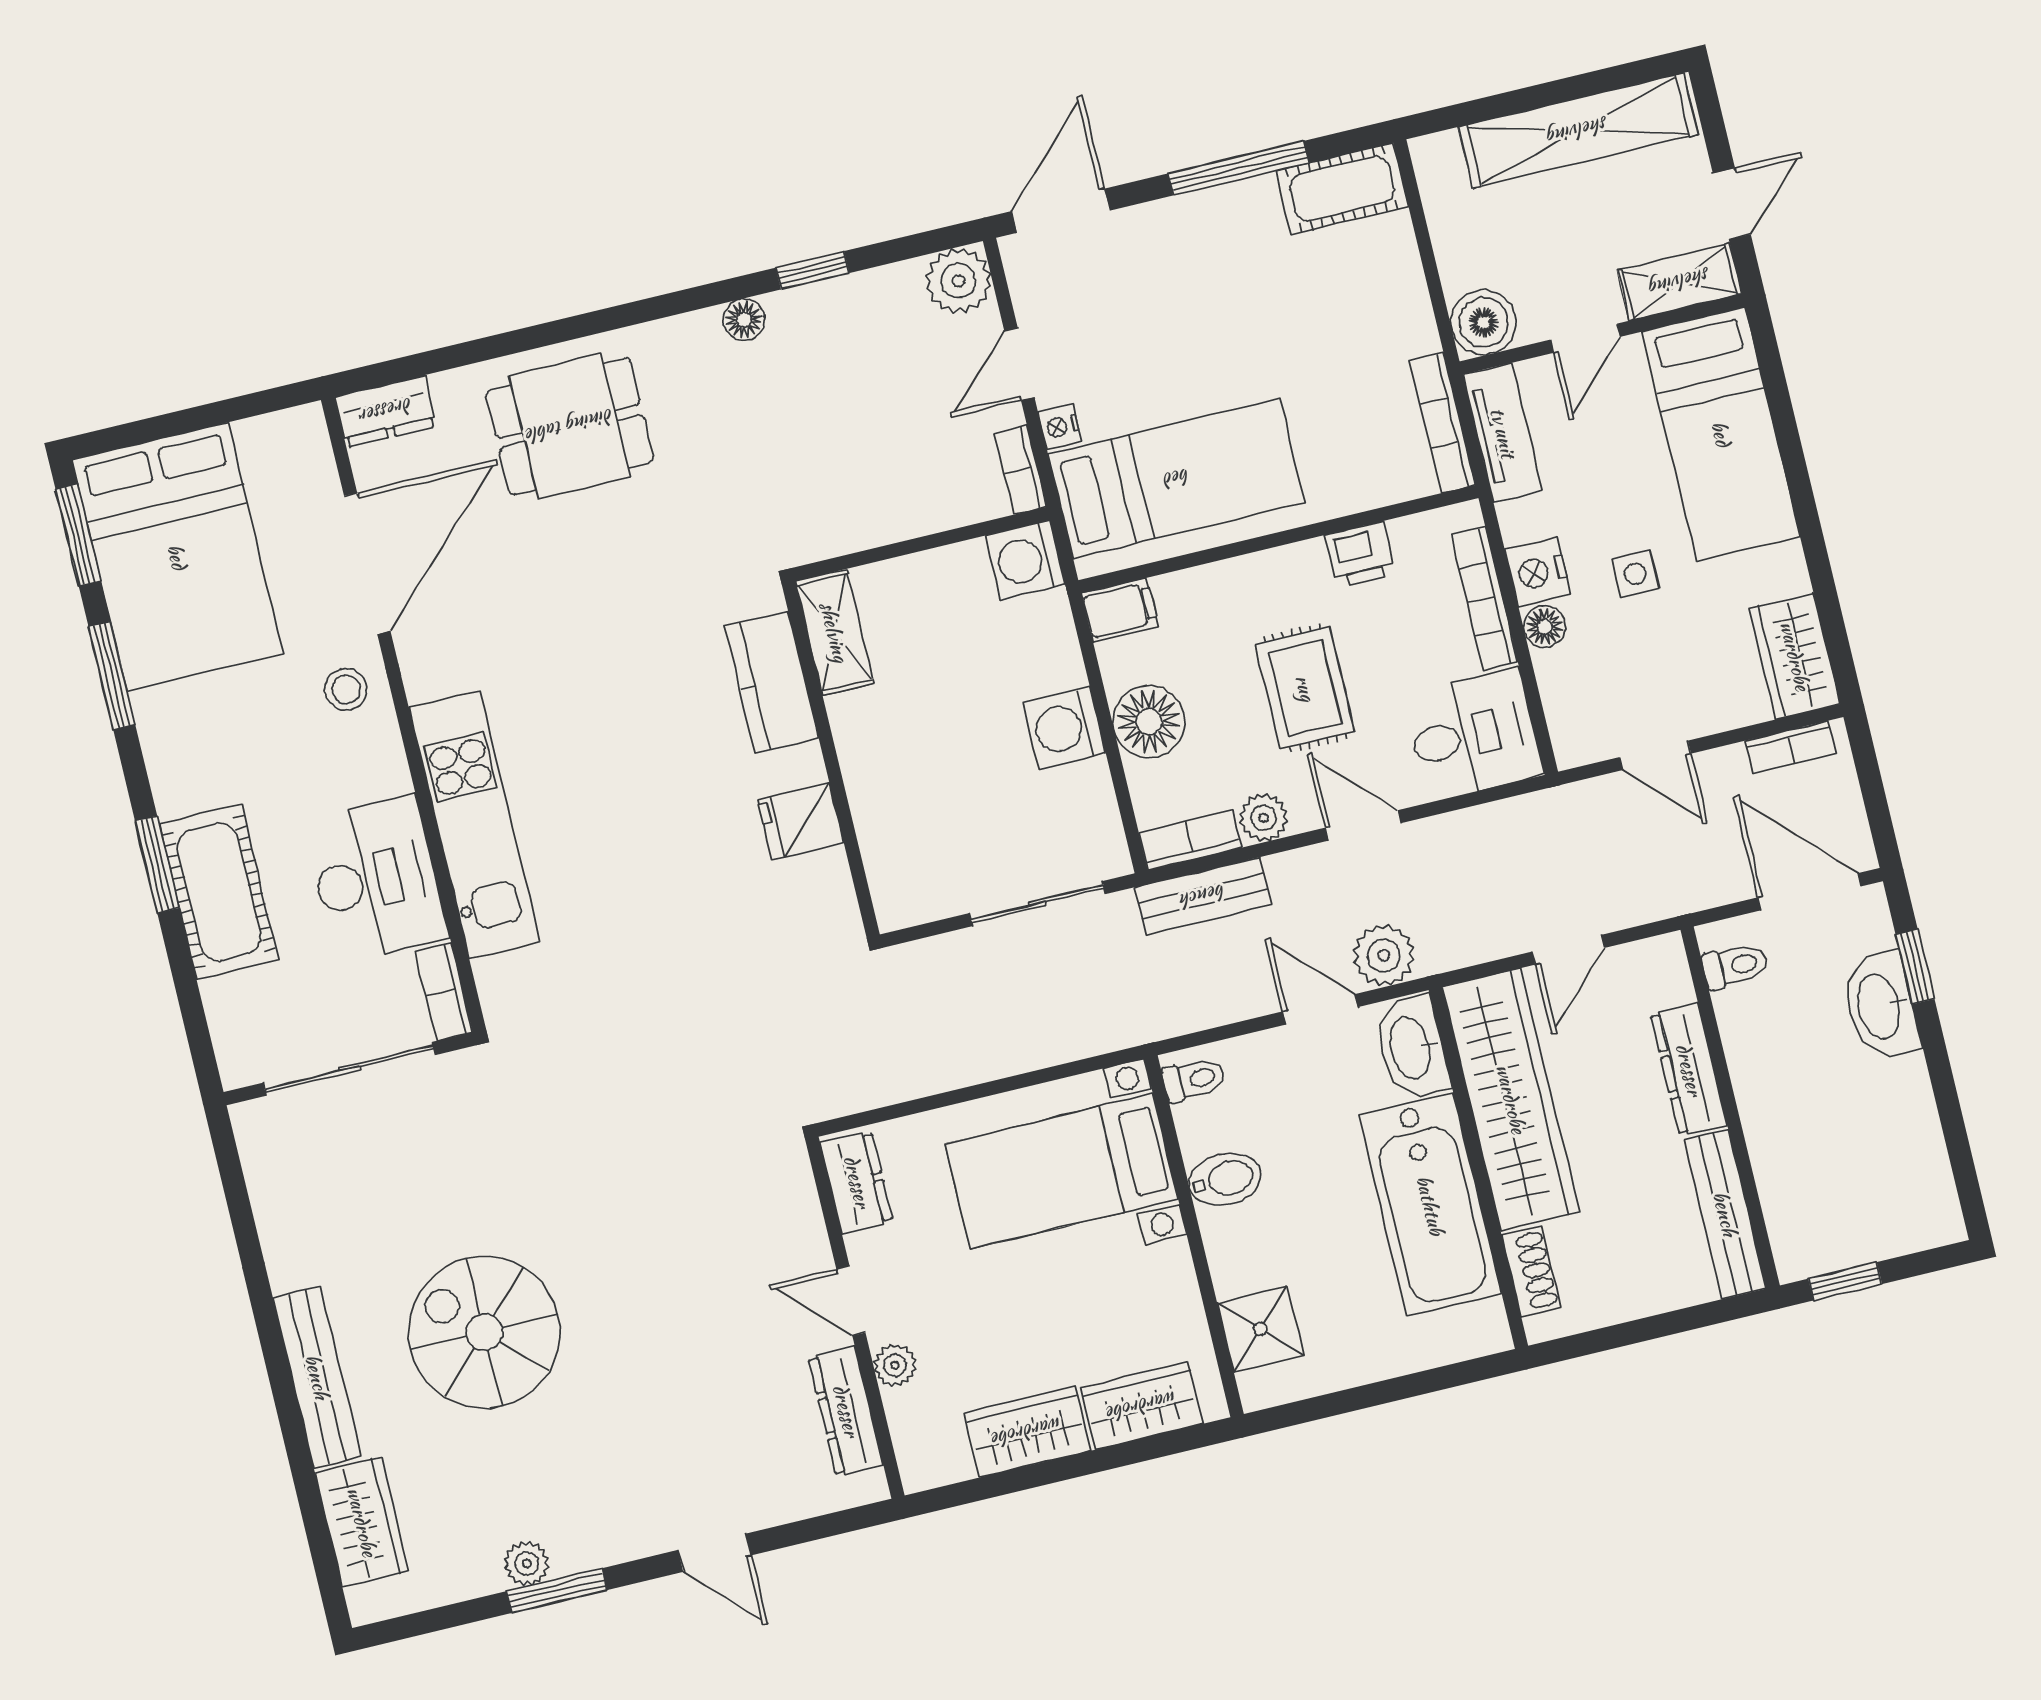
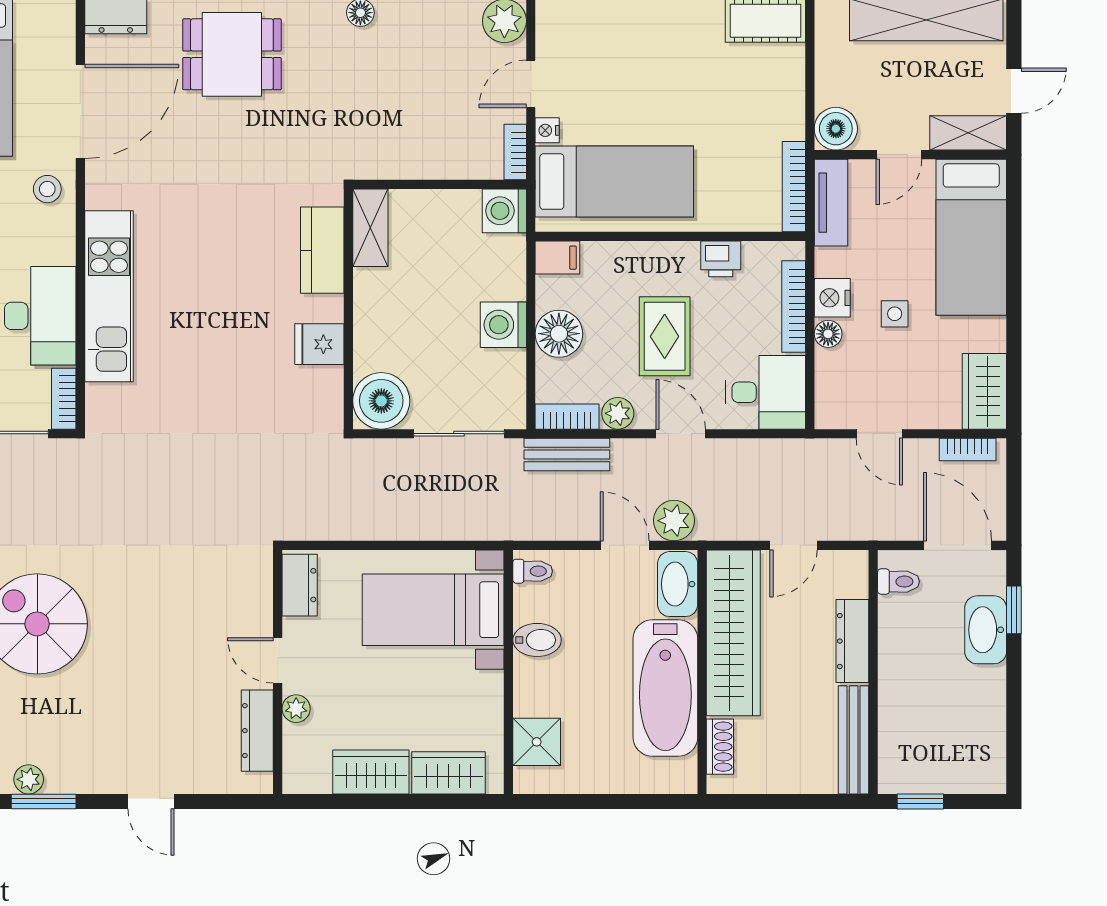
boiler: (912, 883) -> (381, 401), added

